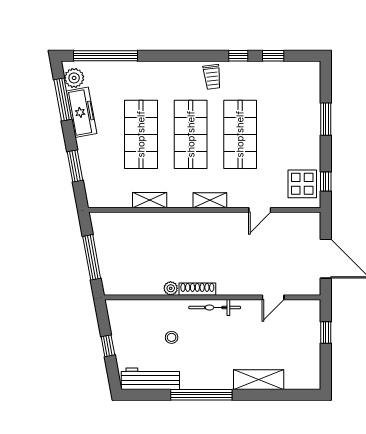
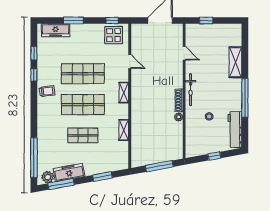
freezer: (310, 91) -> (56, 30), added
shop shelf: (141, 134) -> (83, 135), width x0.70, depth x0.74

